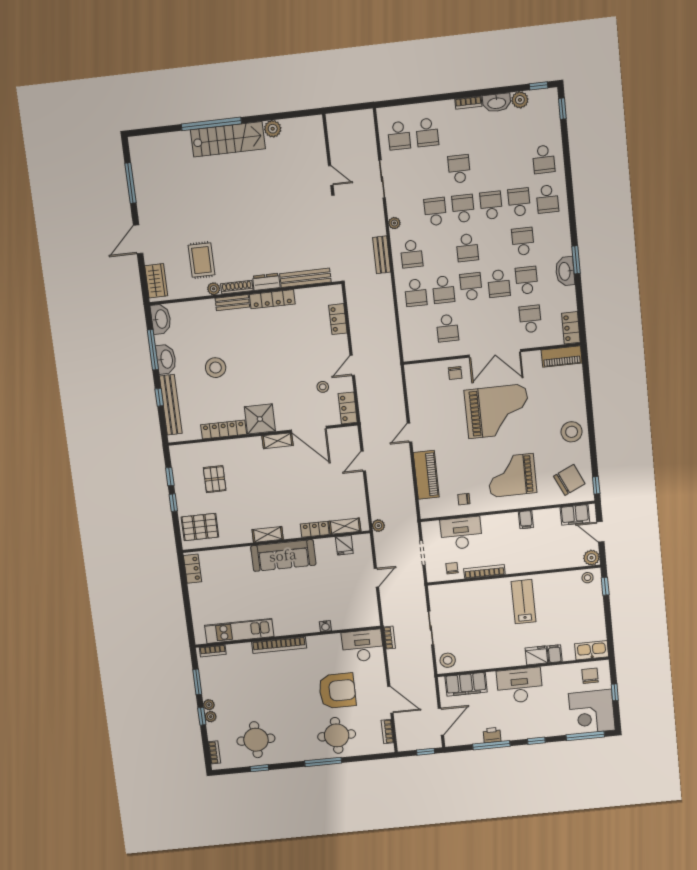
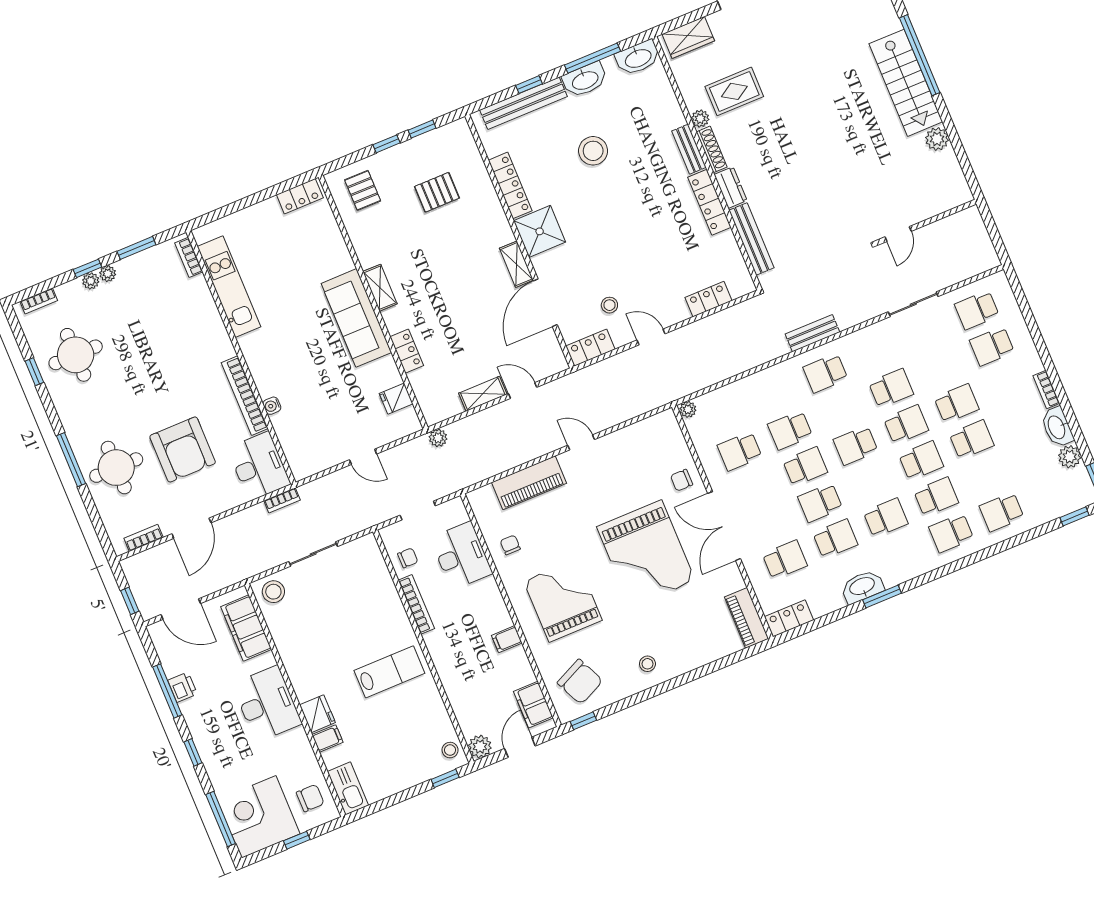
plant: (394, 223) -> (688, 409), moved
school desk: (416, 293) -> (972, 440), moved, turned 180
stool: (572, 432) -> (647, 664), width x0.53, depth x0.53
shelving: (345, 526) -> (483, 394), moved, turned 90
pallet: (200, 527) -> (363, 190), width x0.67, depth x0.71
bookcase: (279, 645) -> (245, 396), moved

